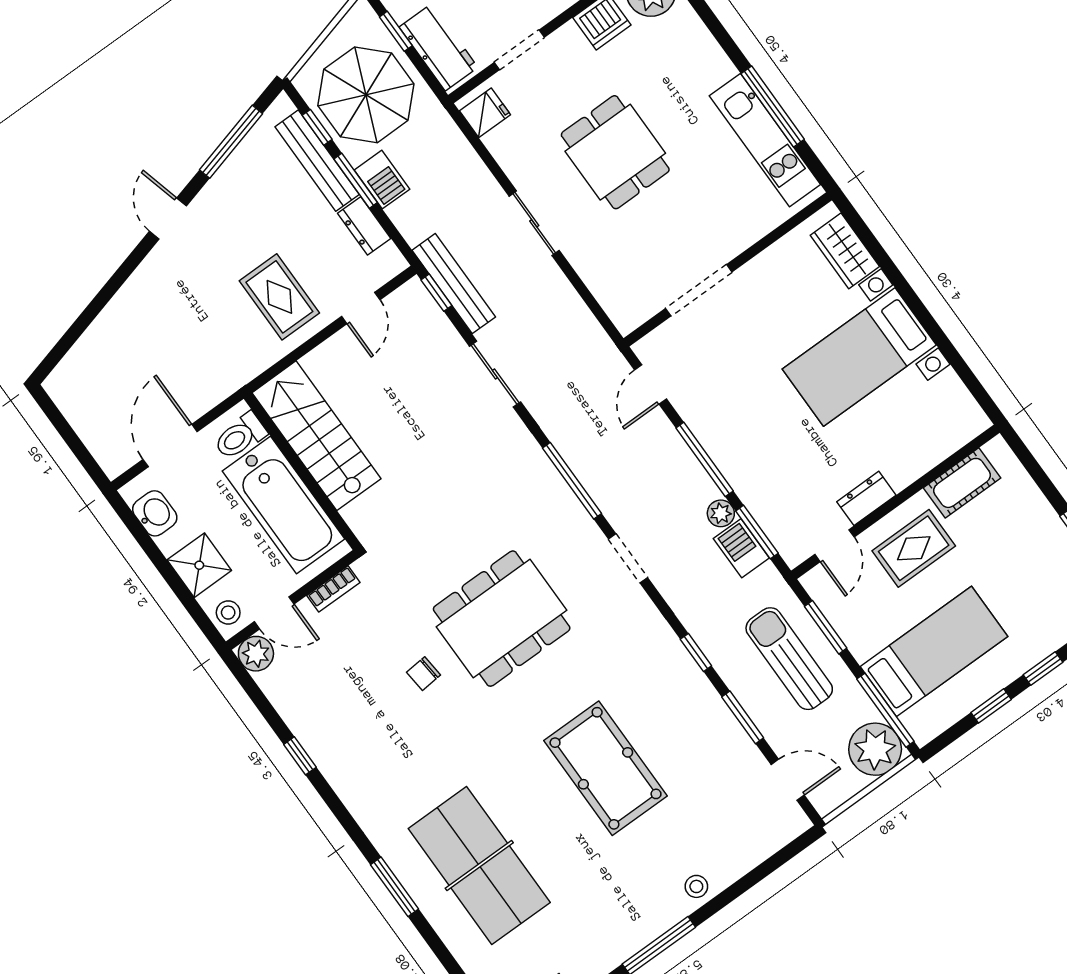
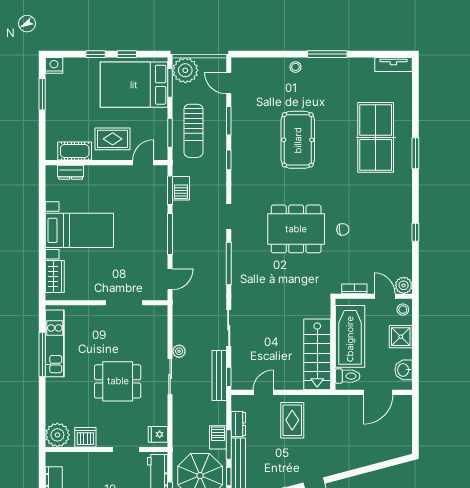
dining table: (615, 152) -> (118, 381), turned 90
dresser: (866, 498) -> (71, 172), moved
plant: (721, 513) -> (179, 351), moved
bed: (934, 651) -> (134, 85), width x1.50
window: (885, 710) -> (170, 83), width x0.69

